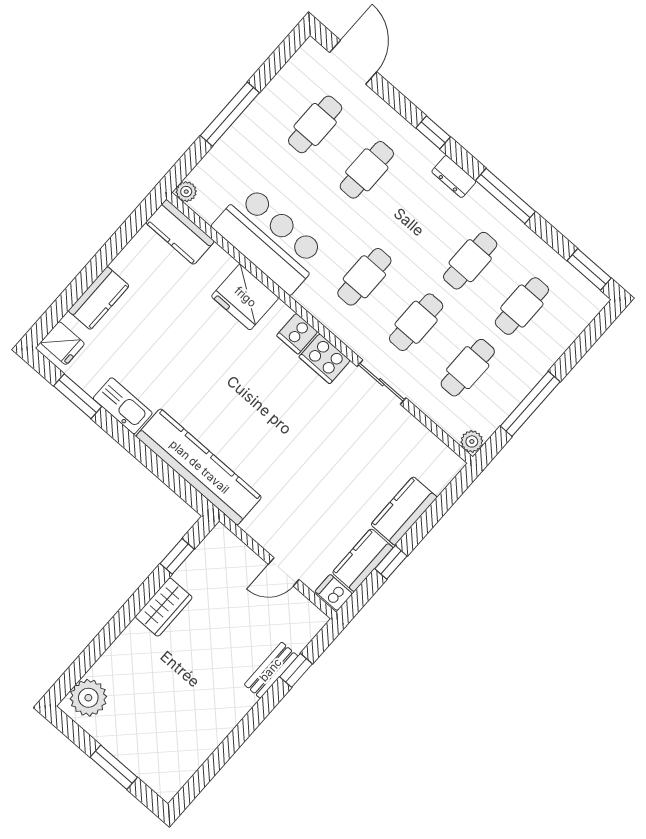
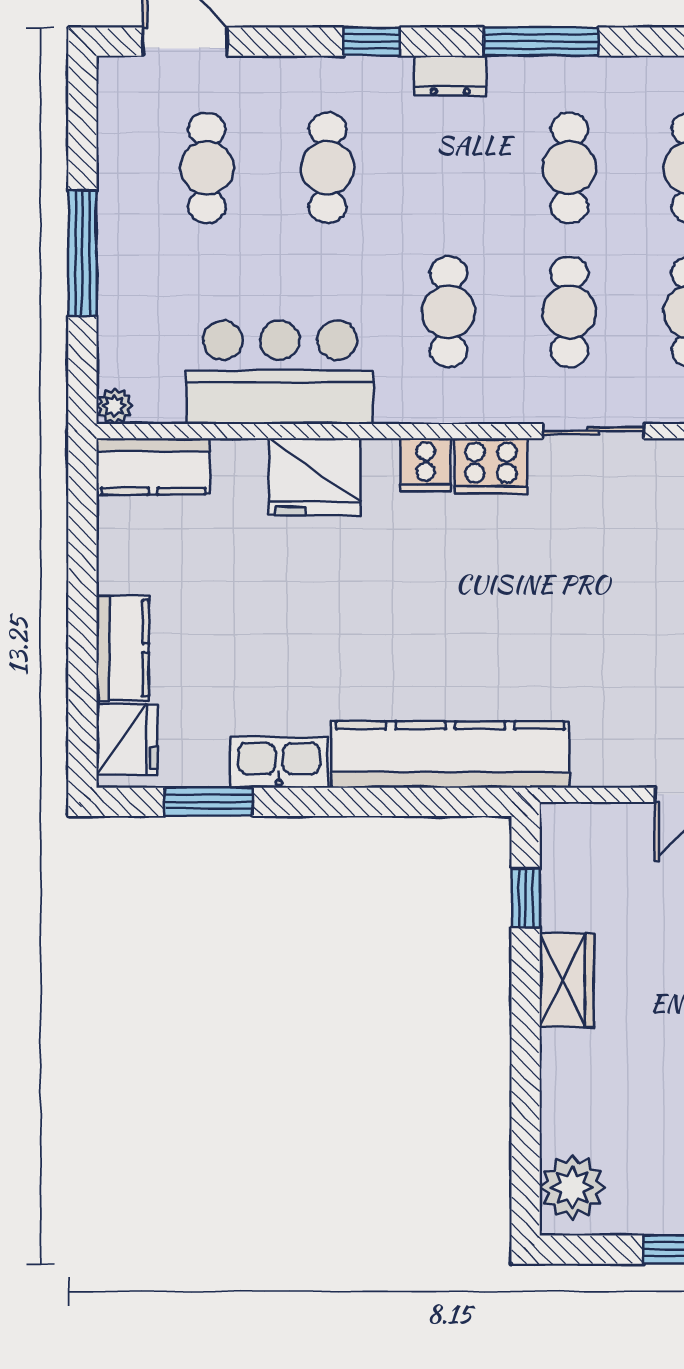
fridge: (62, 343) -> (127, 740), width x1.38

